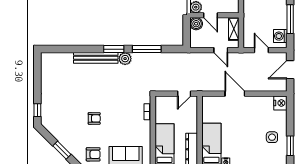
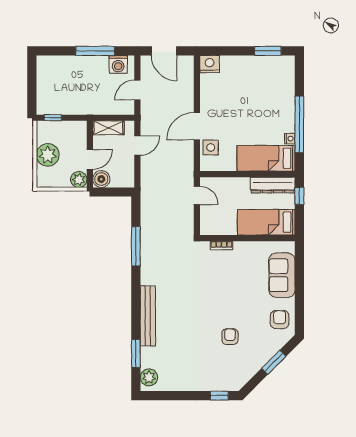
window: (114, 49) -> (136, 354), moved
plant: (125, 59) -> (149, 377), moved
armchair: (94, 118) -> (230, 337), moved
side table: (272, 137) -> (211, 147), moved

